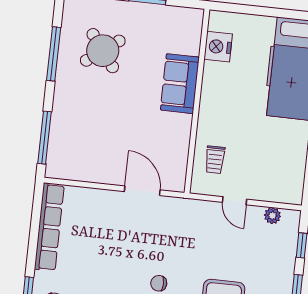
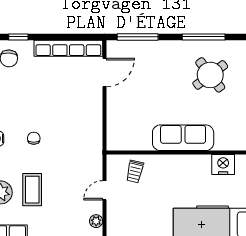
sofa: (180, 84) -> (183, 138), width x1.36
trolley: (215, 160) -> (135, 172), turned -77
door: (142, 191) -> (104, 72), moved

